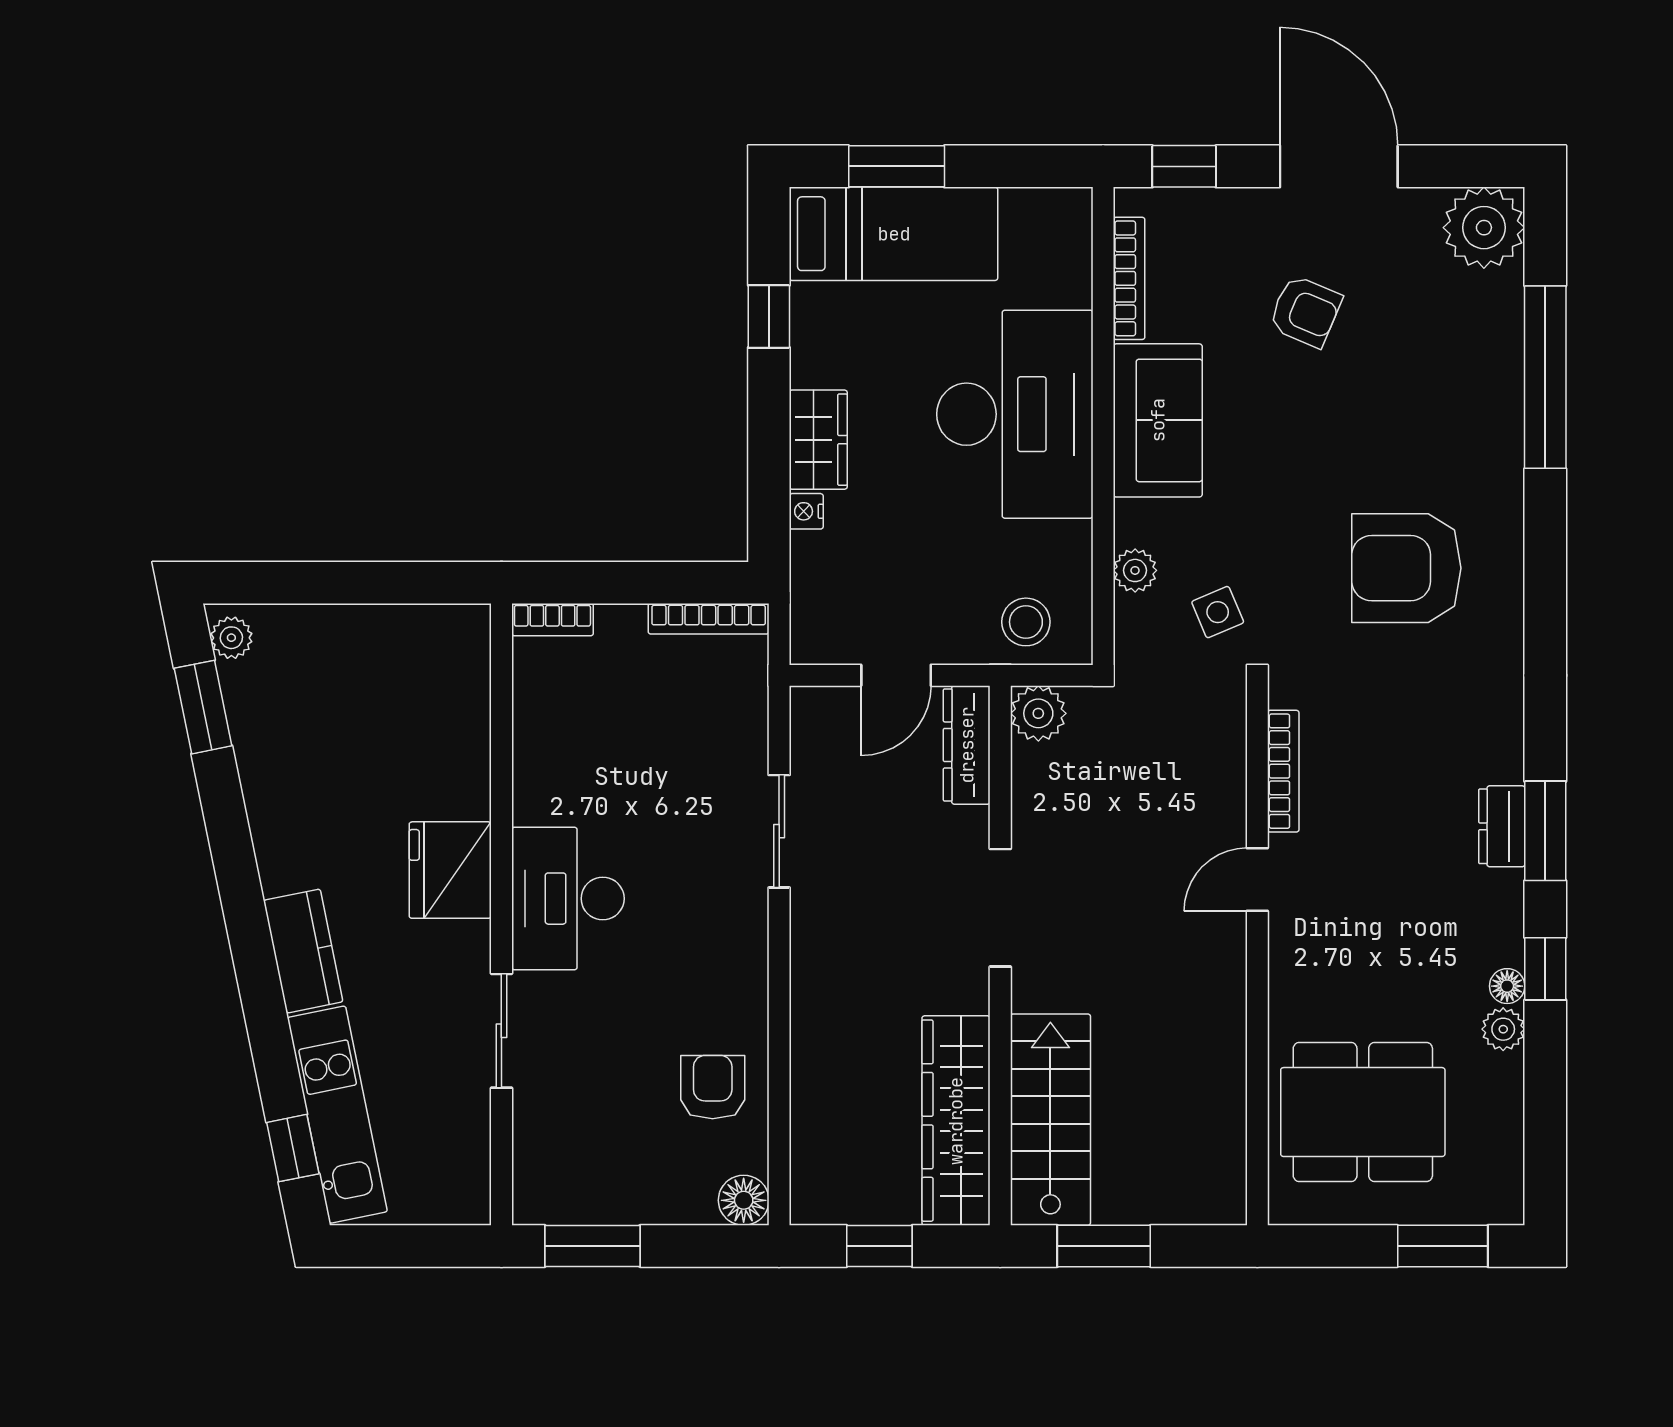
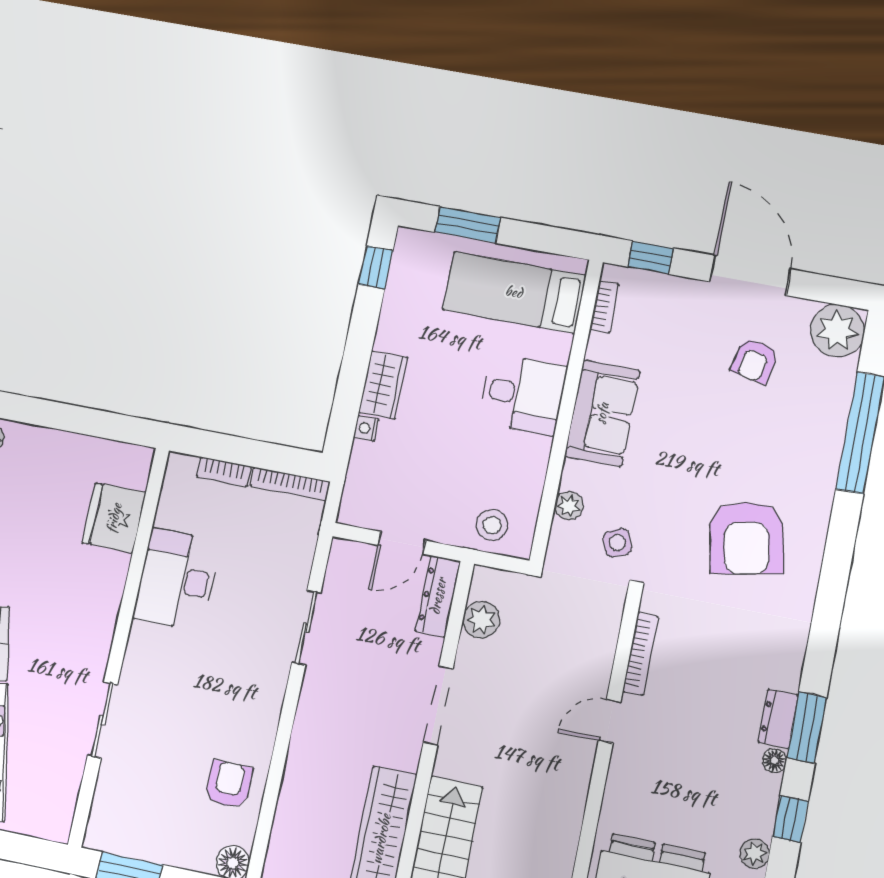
bed: (894, 234) -> (514, 292), moved, turned 180
bookcase: (1129, 278) -> (604, 307), width x0.64
armchair: (1305, 311) -> (755, 360), moved, turned 79
window: (769, 316) -> (376, 267), moved
desk: (1015, 414) -> (523, 394), width x0.53, depth x0.77
armchair: (1406, 568) -> (746, 538), turned -101
bookcase: (552, 620) -> (224, 472), moved
plant: (1038, 713) -> (481, 620), moved
fridge: (450, 870) -> (114, 518), moved
desk: (568, 899) -> (177, 580), moved
floor lamp: (1507, 986) -> (774, 761), moved

